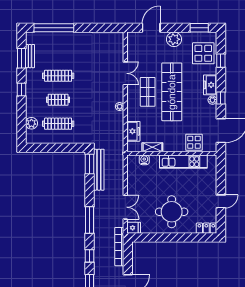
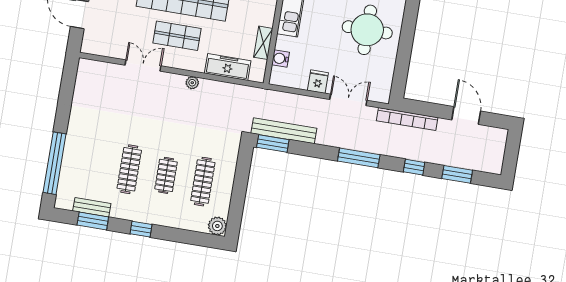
plant: (31, 123) -> (217, 226), moved
freezer: (133, 131) -> (228, 67), width x1.40
fridge: (134, 228) -> (318, 82), moved

